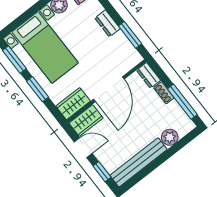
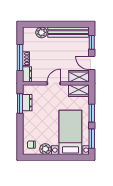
dresser: (107, 23) -> (27, 103), moved
door: (109, 89) -> (54, 83), width x0.53
window: (182, 102) -> (20, 57), moved

